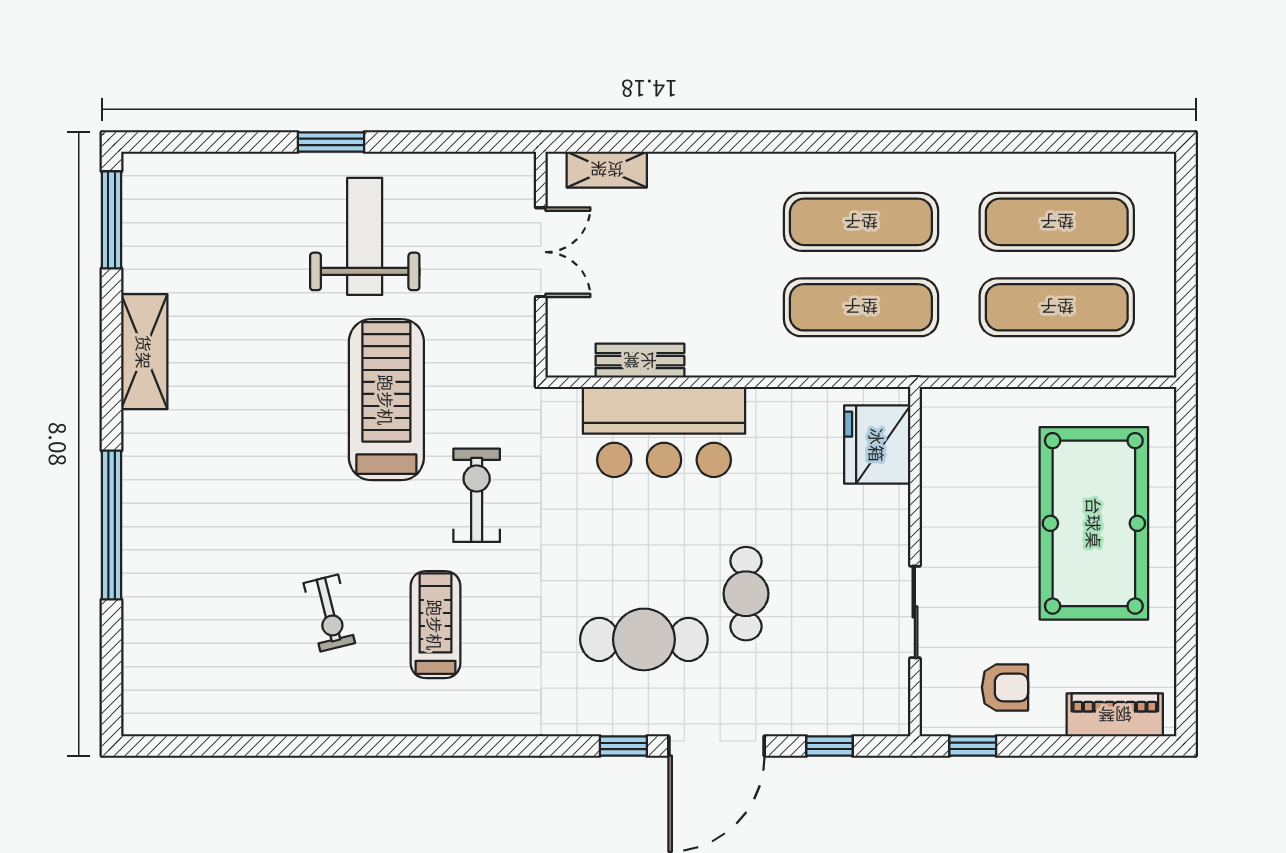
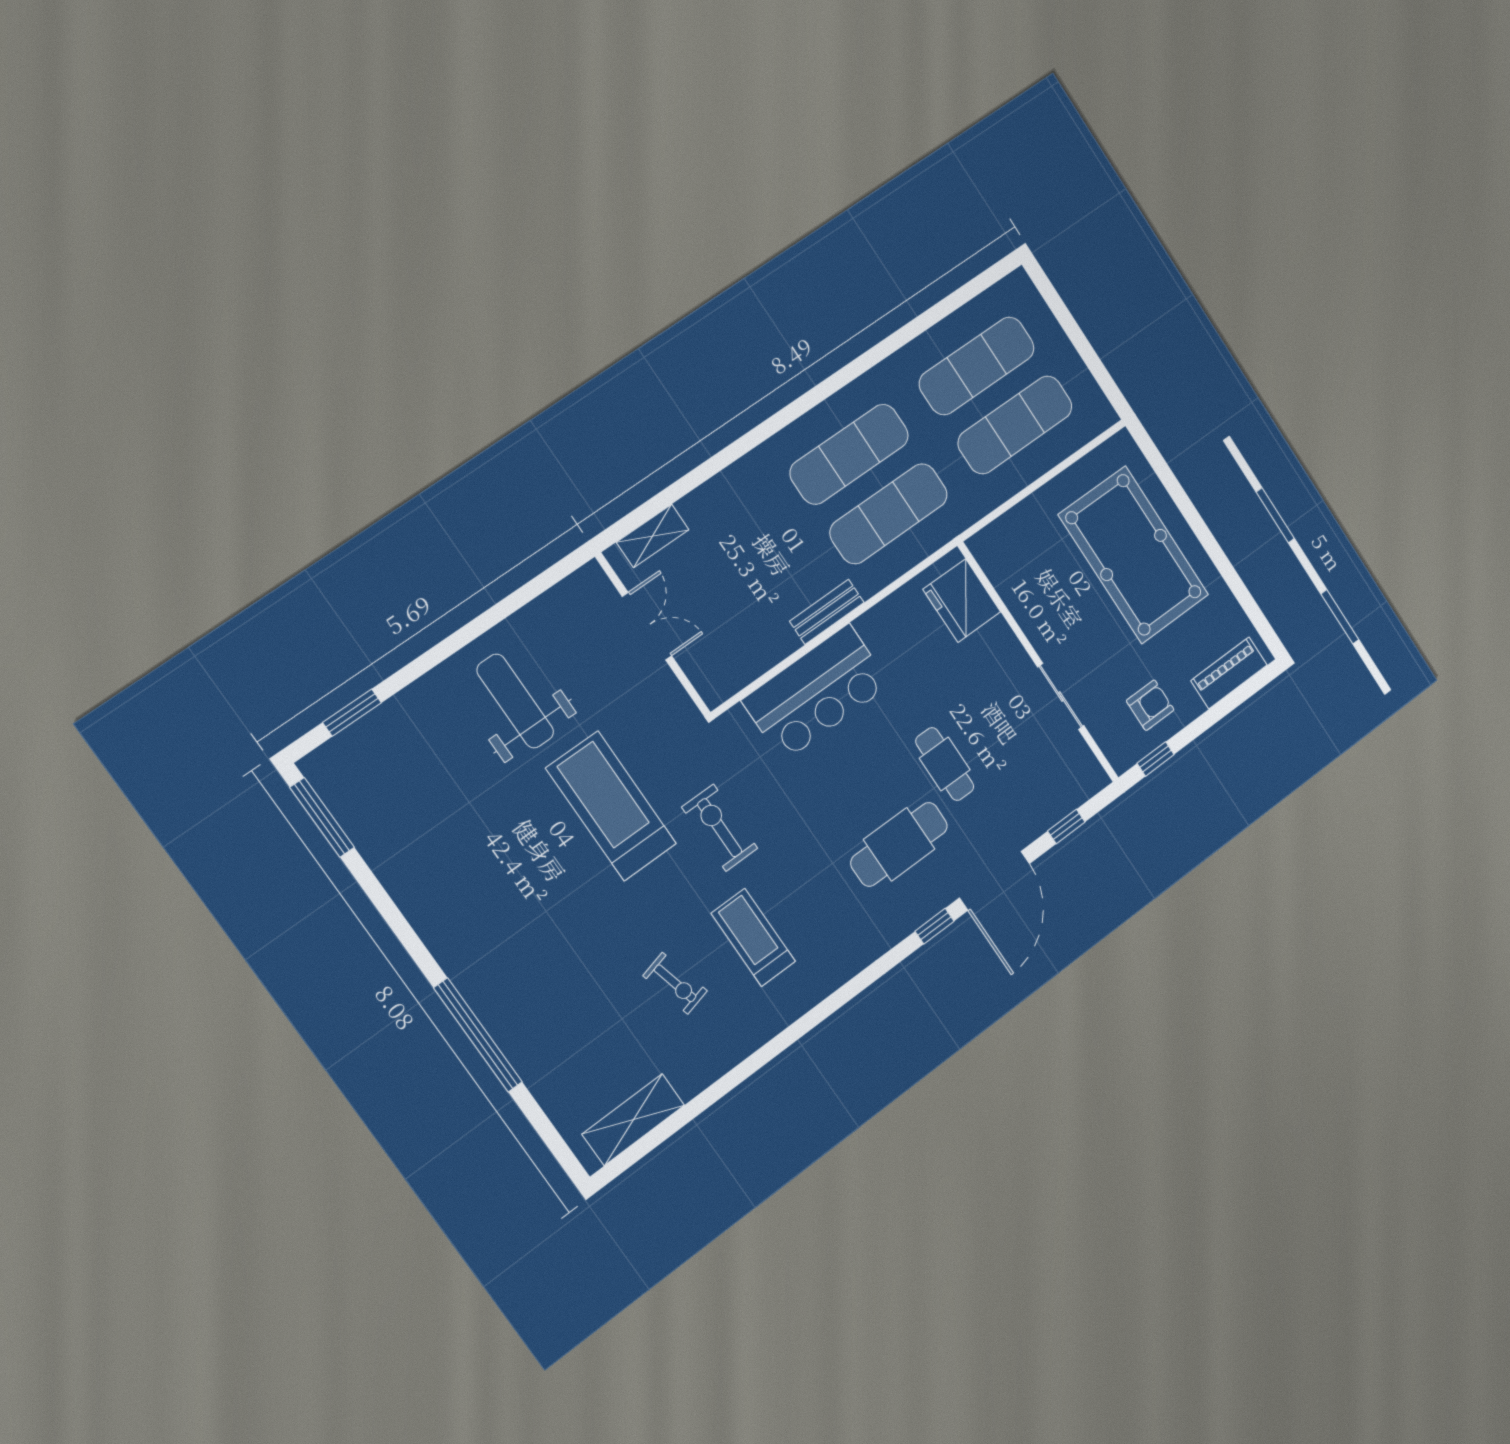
window: (331, 142) -> (352, 713), moved
shelving: (144, 352) -> (633, 1120), moved, turned 90
bench: (640, 361) -> (827, 612), moved

